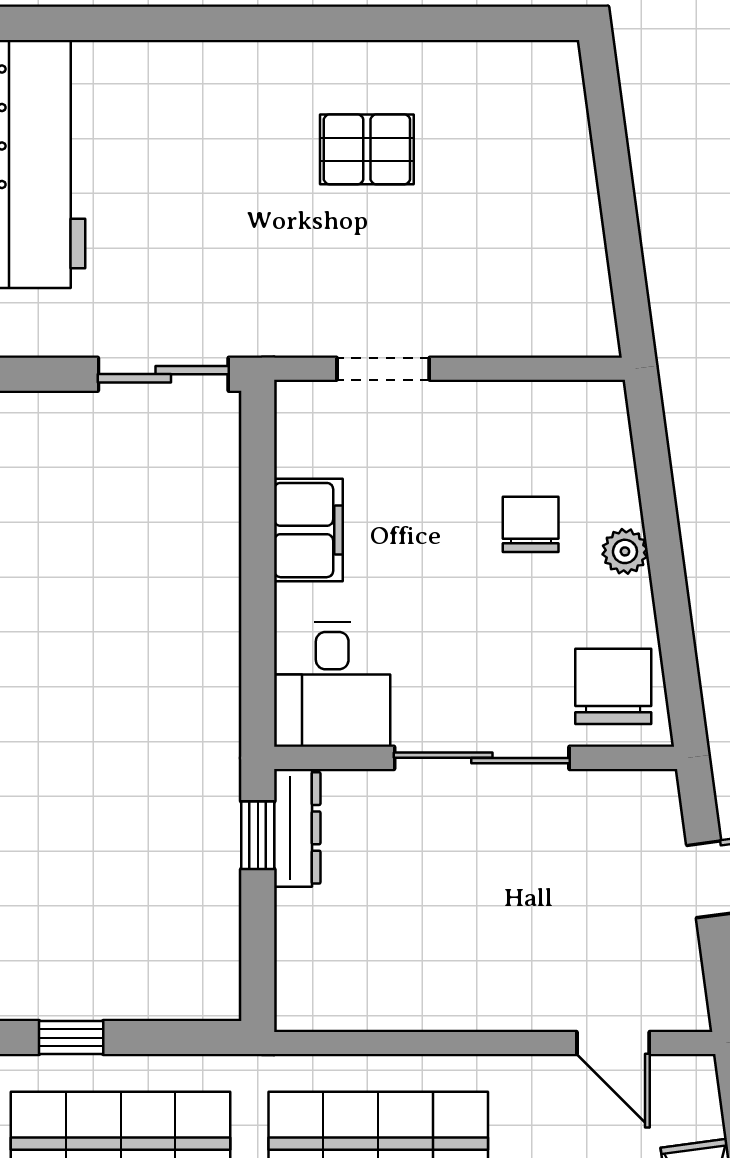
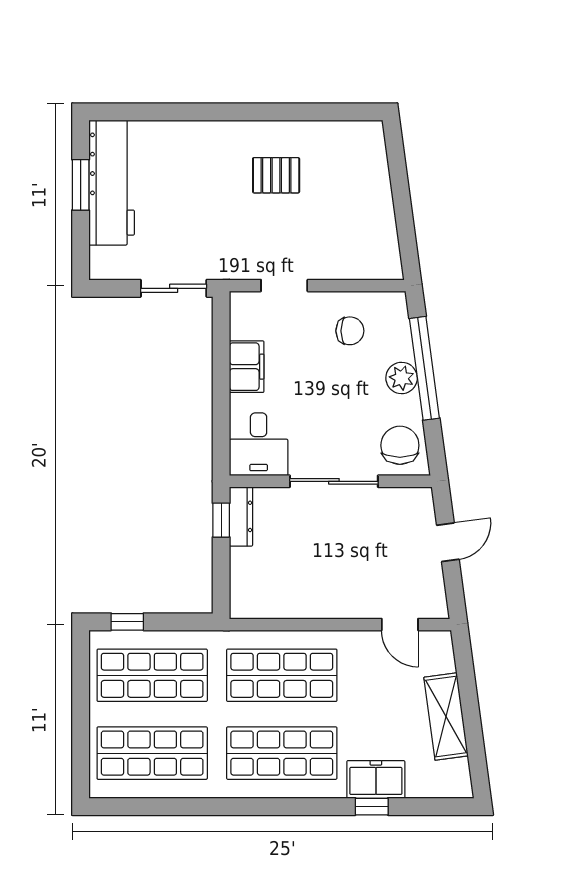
chair: (531, 524) -> (350, 331), moved, turned 90
window: (662, 533) -> (424, 368), added
plant: (625, 551) -> (402, 378), width x1.38, depth x1.38

